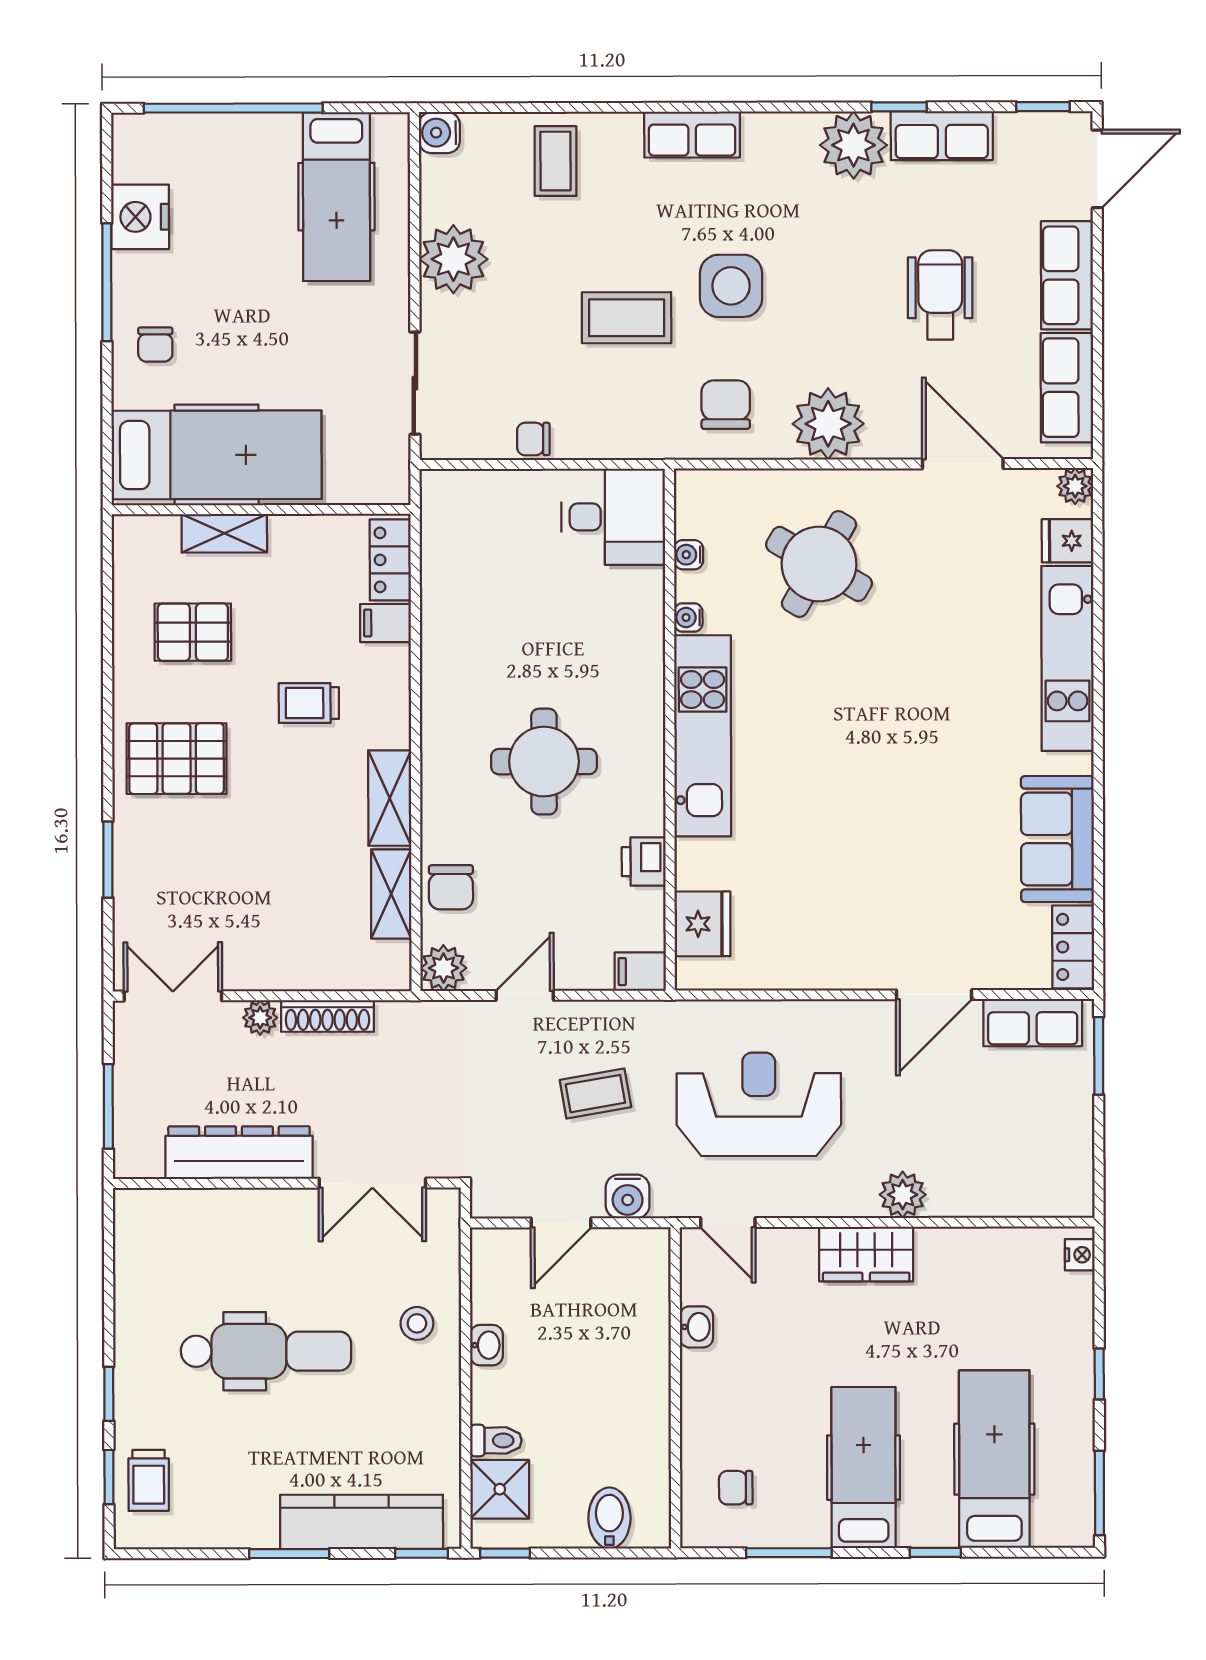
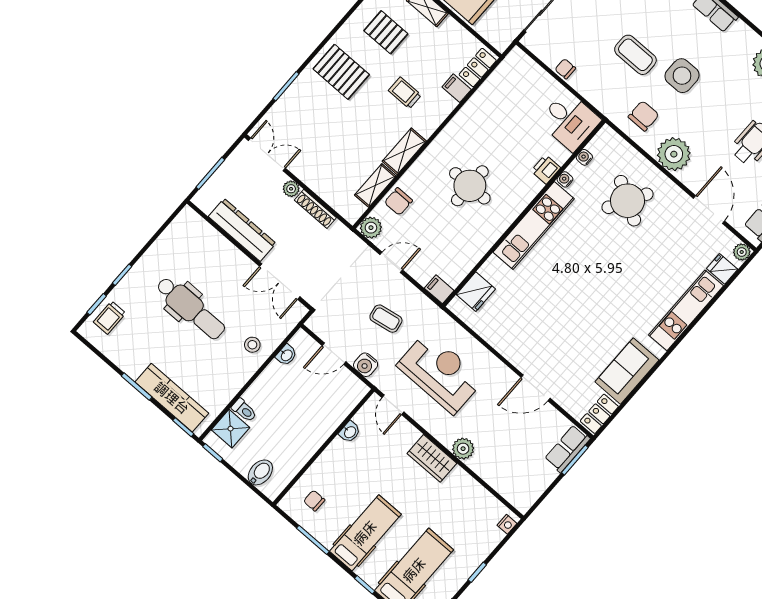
printer: (644, 862) -> (546, 169), moved
row of seats: (1033, 1023) -> (567, 449), moved, turned 90
washbasin: (486, 1345) -> (286, 355), moved

